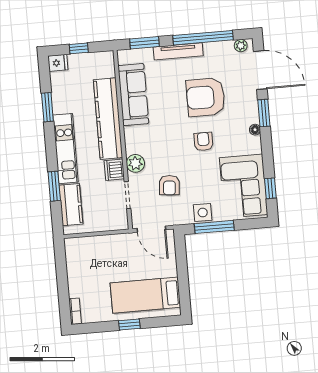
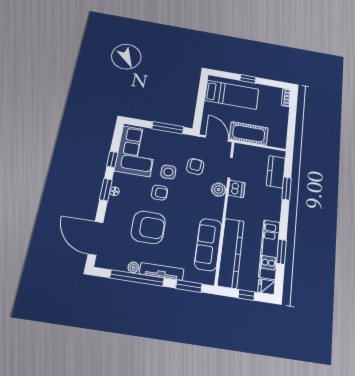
plant: (241, 46) -> (133, 267), moved
window: (264, 113) -> (106, 190), moved
kitchen counter: (108, 119) -> (231, 253), moved
armchair: (203, 142) -> (159, 193), turned -90
kitchen unit: (66, 149) -> (269, 249), moved
window: (270, 188) -> (112, 159), moved
side table: (203, 212) -> (168, 172), moved
cot: (114, 247) -> (249, 134), added

